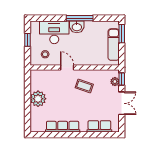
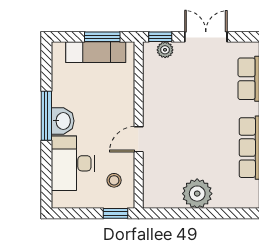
window: (122, 34) -> (102, 37), moved
window: (27, 40) -> (115, 213), moved
coffee table: (84, 86) -> (173, 107), removed

